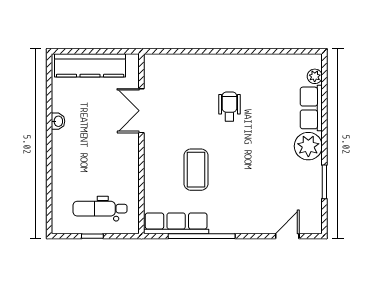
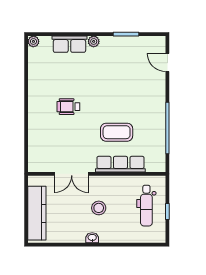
plant: (315, 76) -> (33, 41), moved
washbasin: (58, 121) -> (92, 238), moved
stool: (97, 146) -> (99, 208), added
plant: (308, 146) -> (94, 41), width x0.53, depth x0.53
row of seats: (176, 223) -> (120, 164), moved, turned 90

